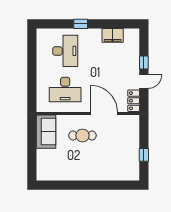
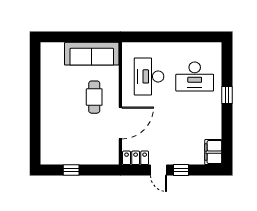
filing cabinet: (113, 35) -> (213, 152), moved
sofa: (46, 132) -> (92, 54), width x1.36

